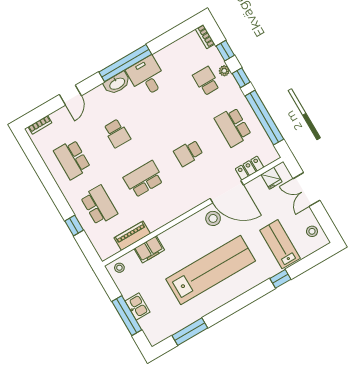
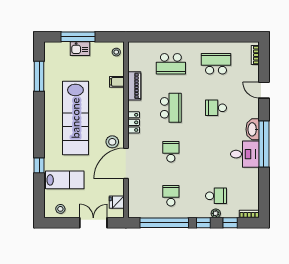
school desk: (233, 127) -> (171, 196), width x0.54
locker: (250, 168) -> (134, 122), moved
window: (74, 226) -> (167, 37), removed
piano: (132, 236) -> (134, 86), moved
filing cabinet: (149, 249) -> (117, 82), width x0.50

